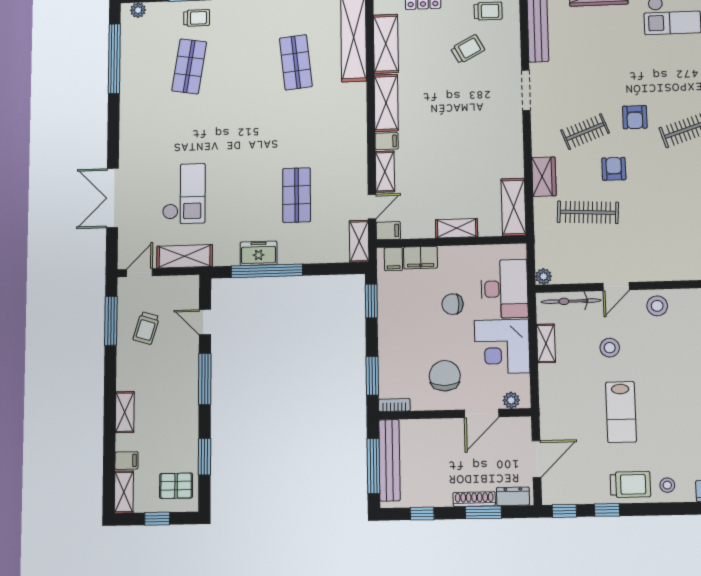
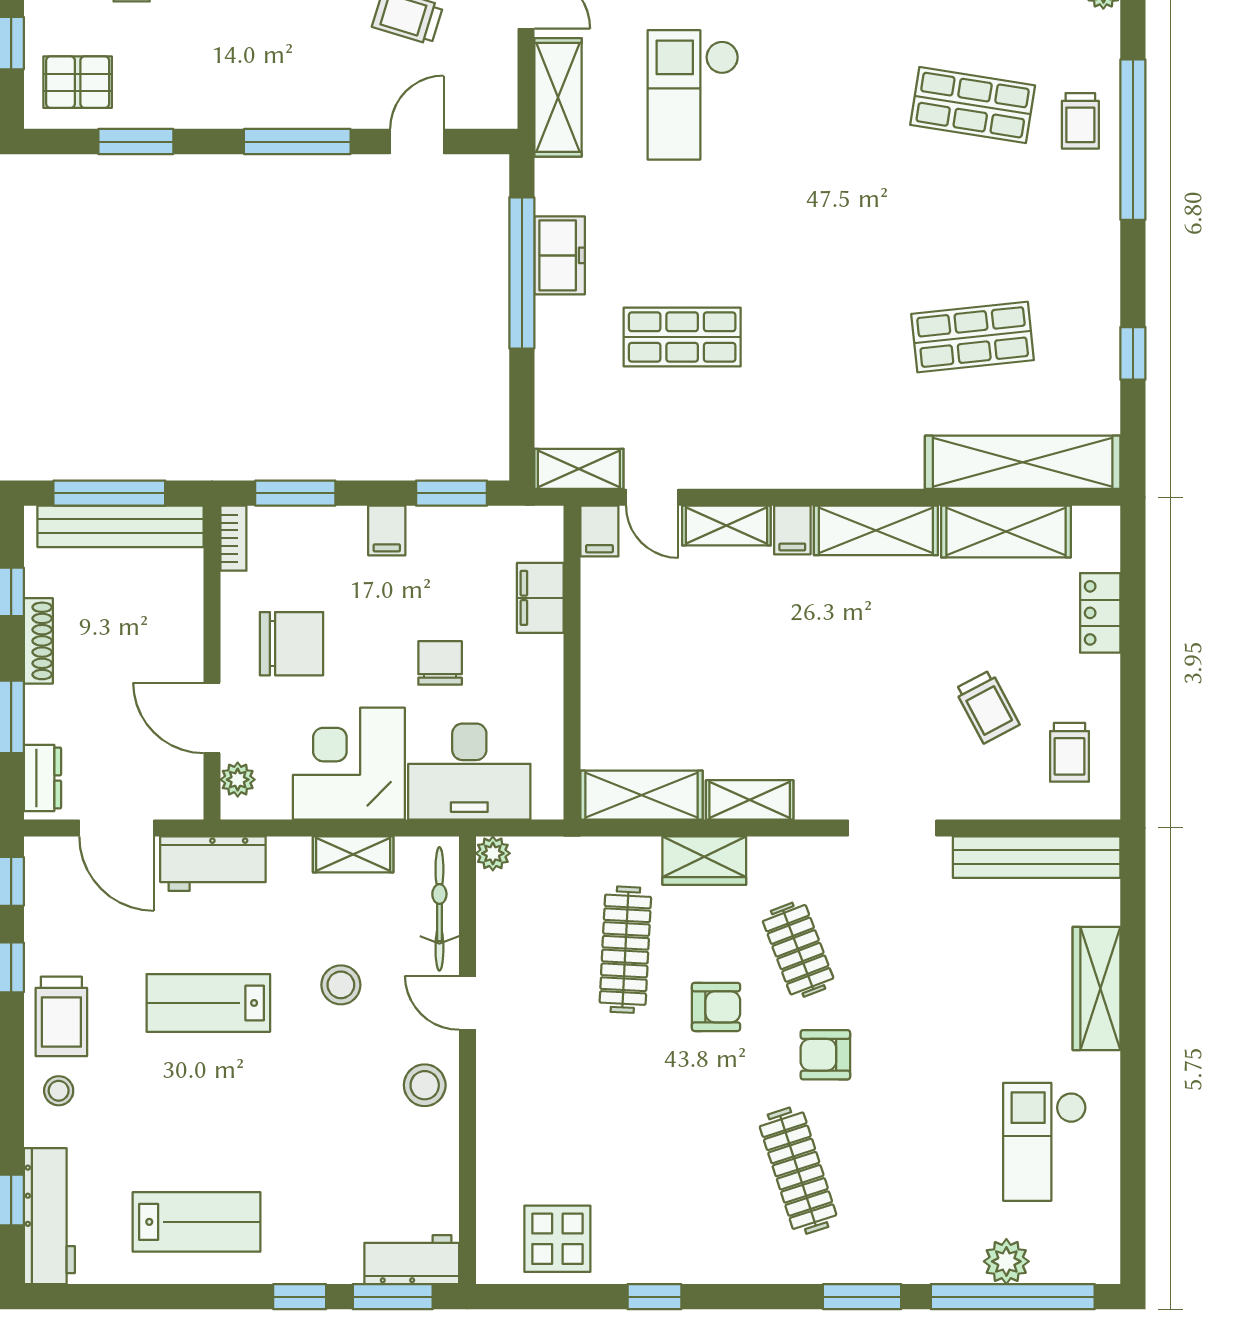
checkout: (184, 194) -> (693, 95), turned 90
shelving: (457, 228) -> (750, 800), moved, turned 90
filing cabinet: (393, 259) -> (387, 530), moved, turned -90
workbench: (553, 411) -> (213, 864), added
pallet: (176, 486) -> (78, 82), turned 90
shoe rack: (474, 499) -> (38, 641), moved

